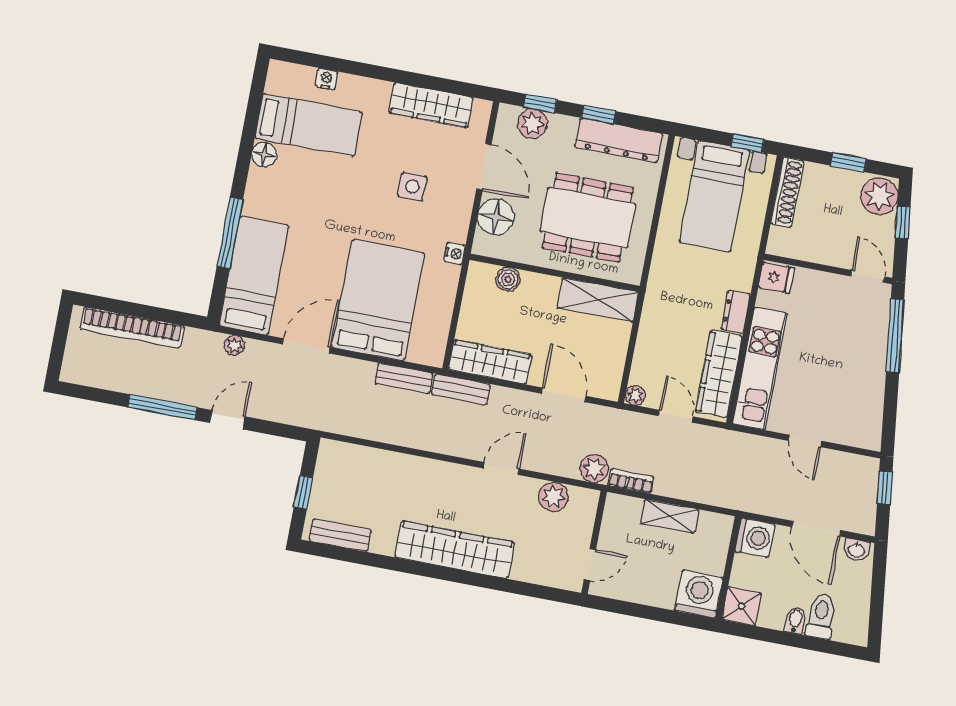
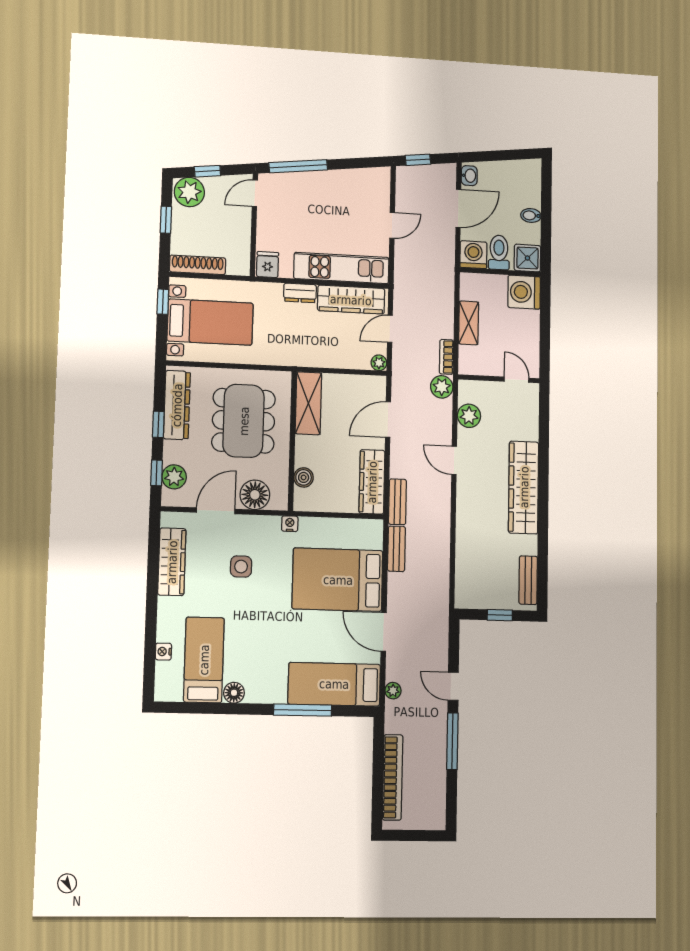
toilet: (821, 616) -> (499, 252), moved, turned 90

